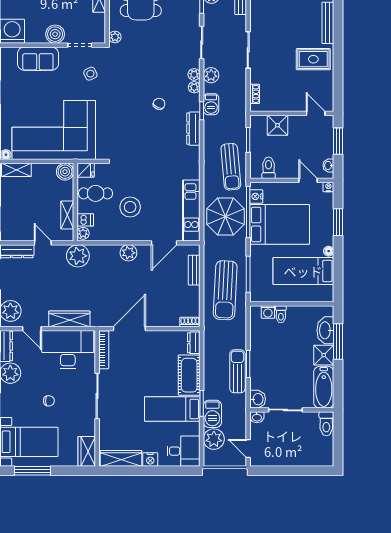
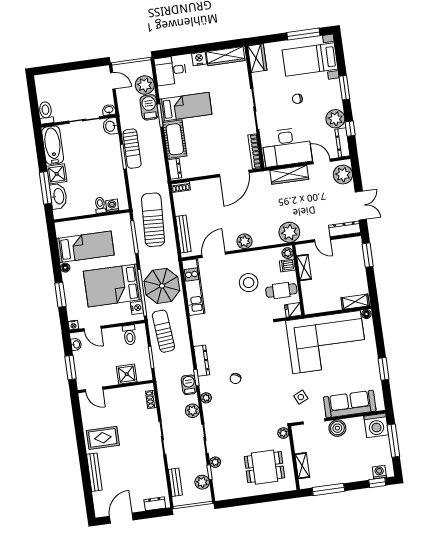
sofa: (38, 59) -> (350, 404), width x1.36
plant: (194, 74) -> (215, 462), moved
boiler: (65, 172) -> (311, 306), removed
bench: (194, 270) -> (183, 234), width x1.36

